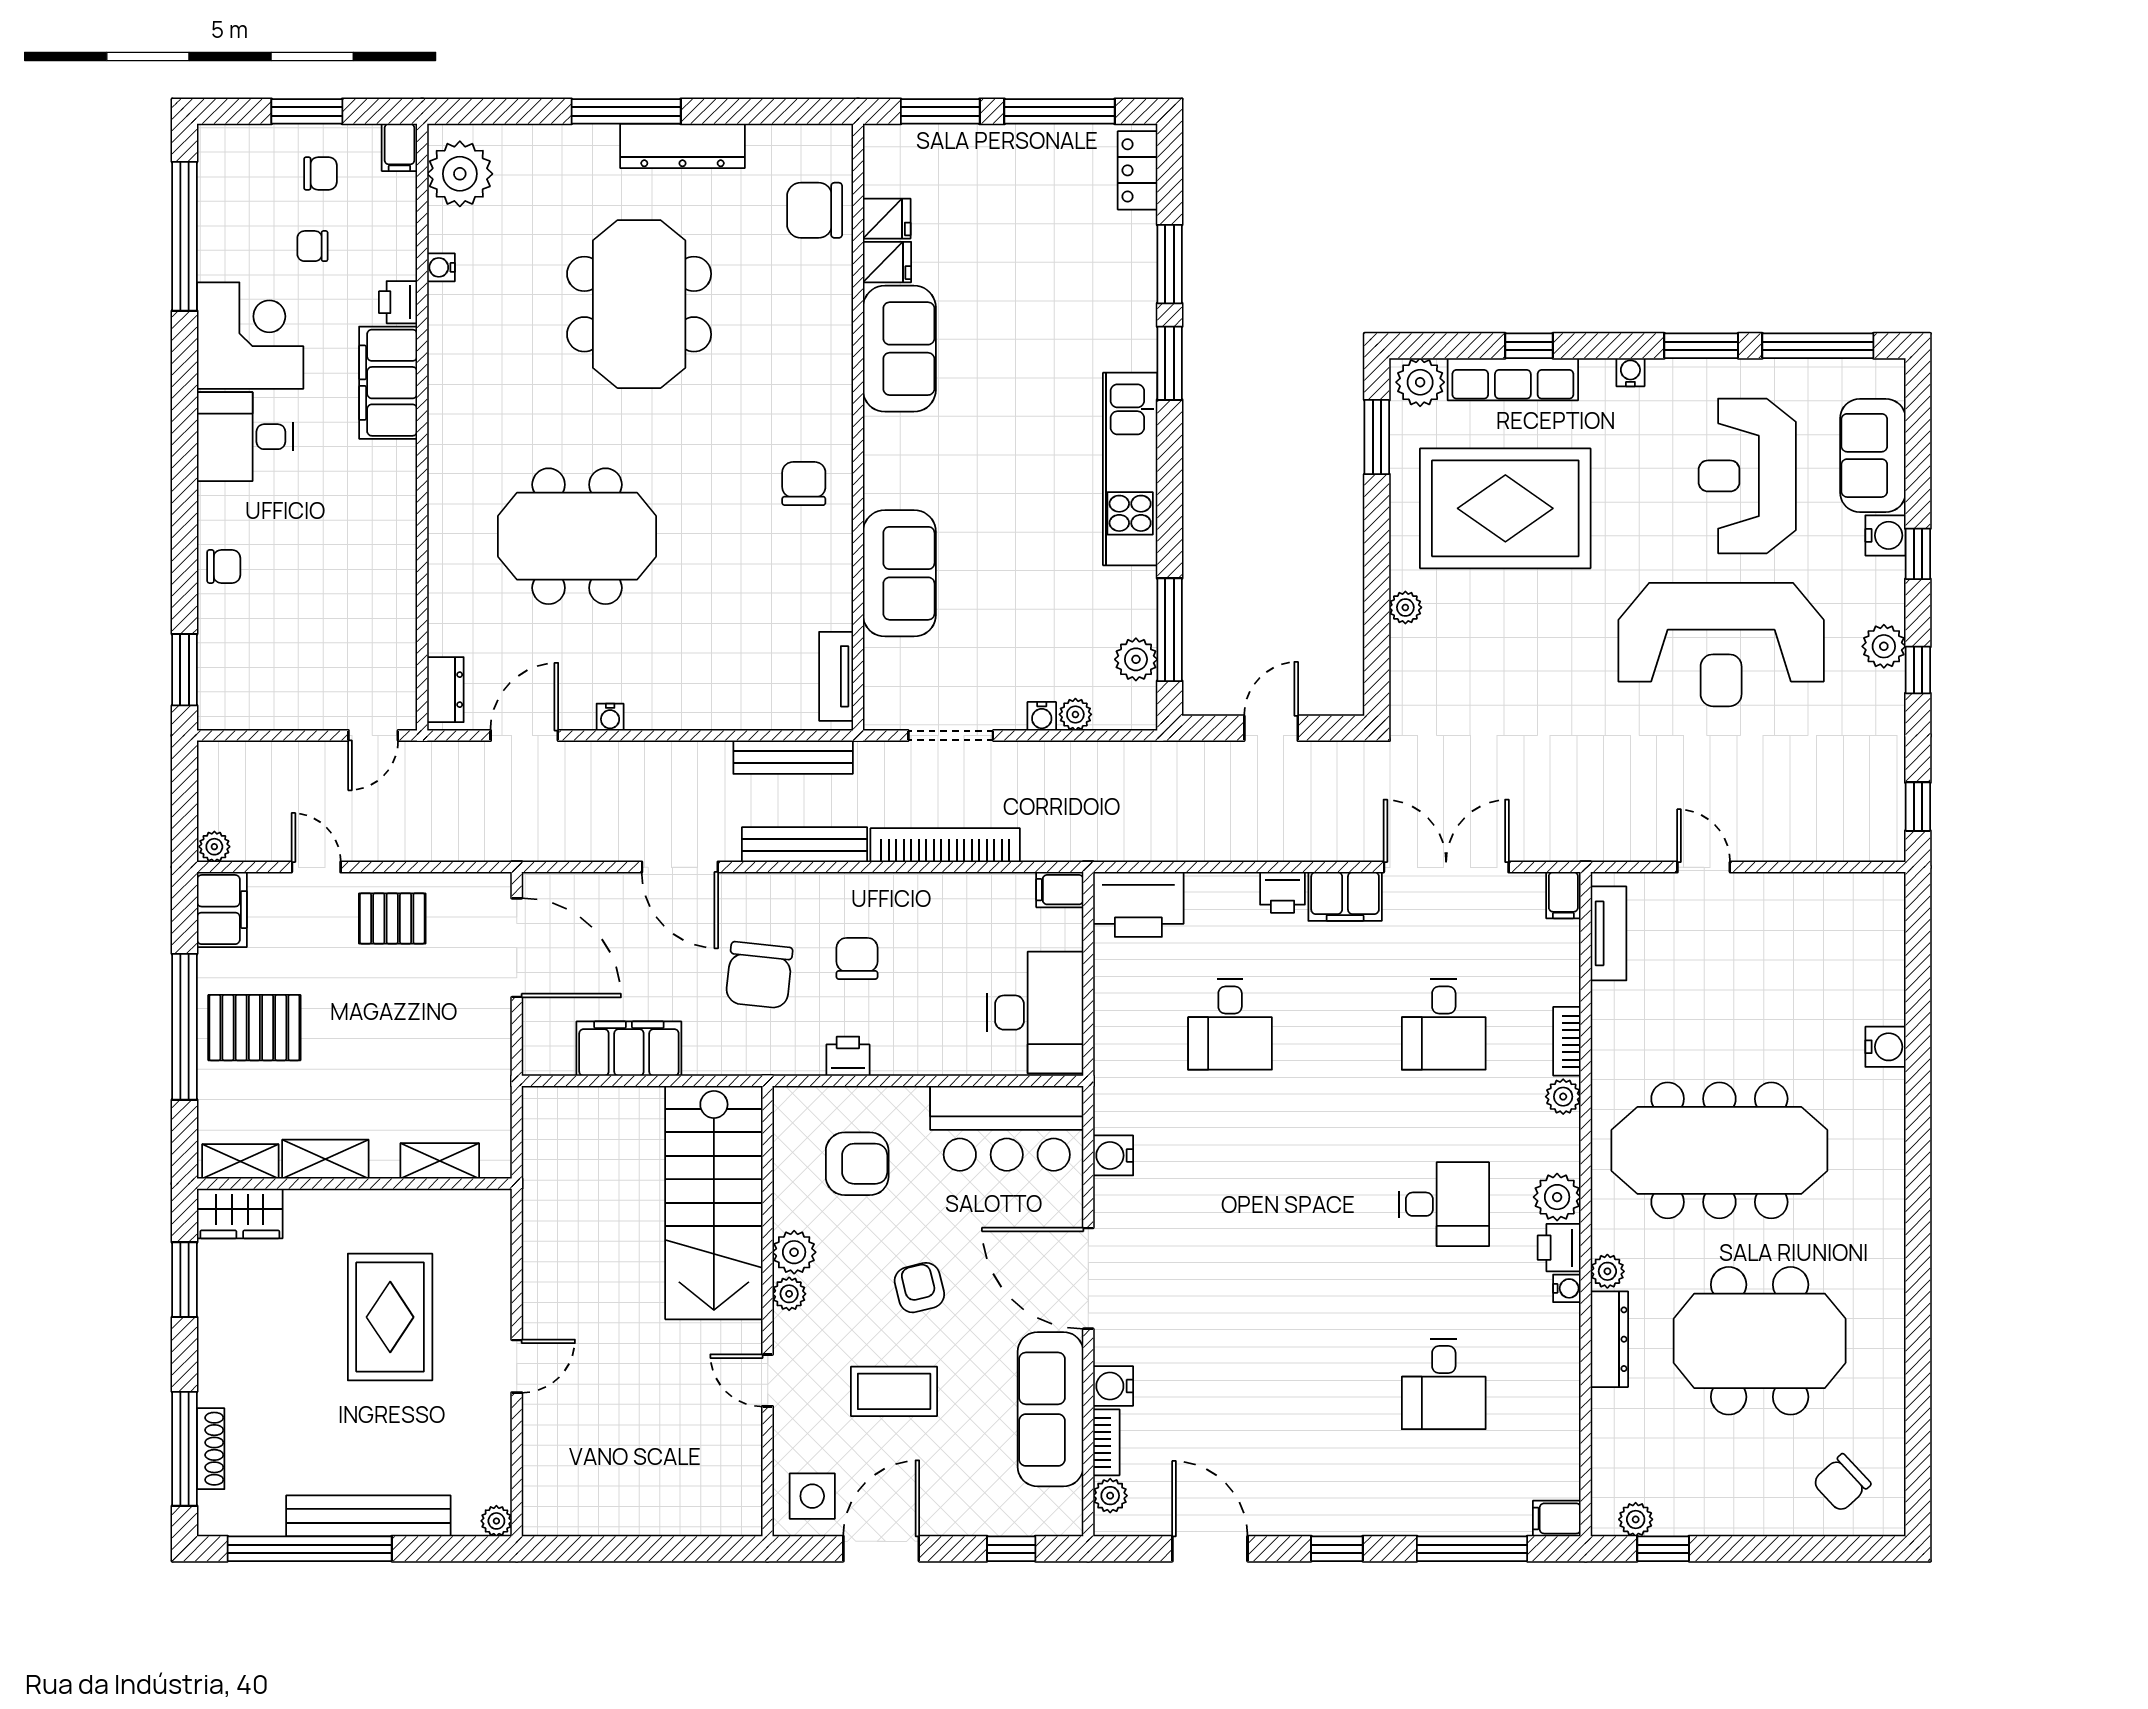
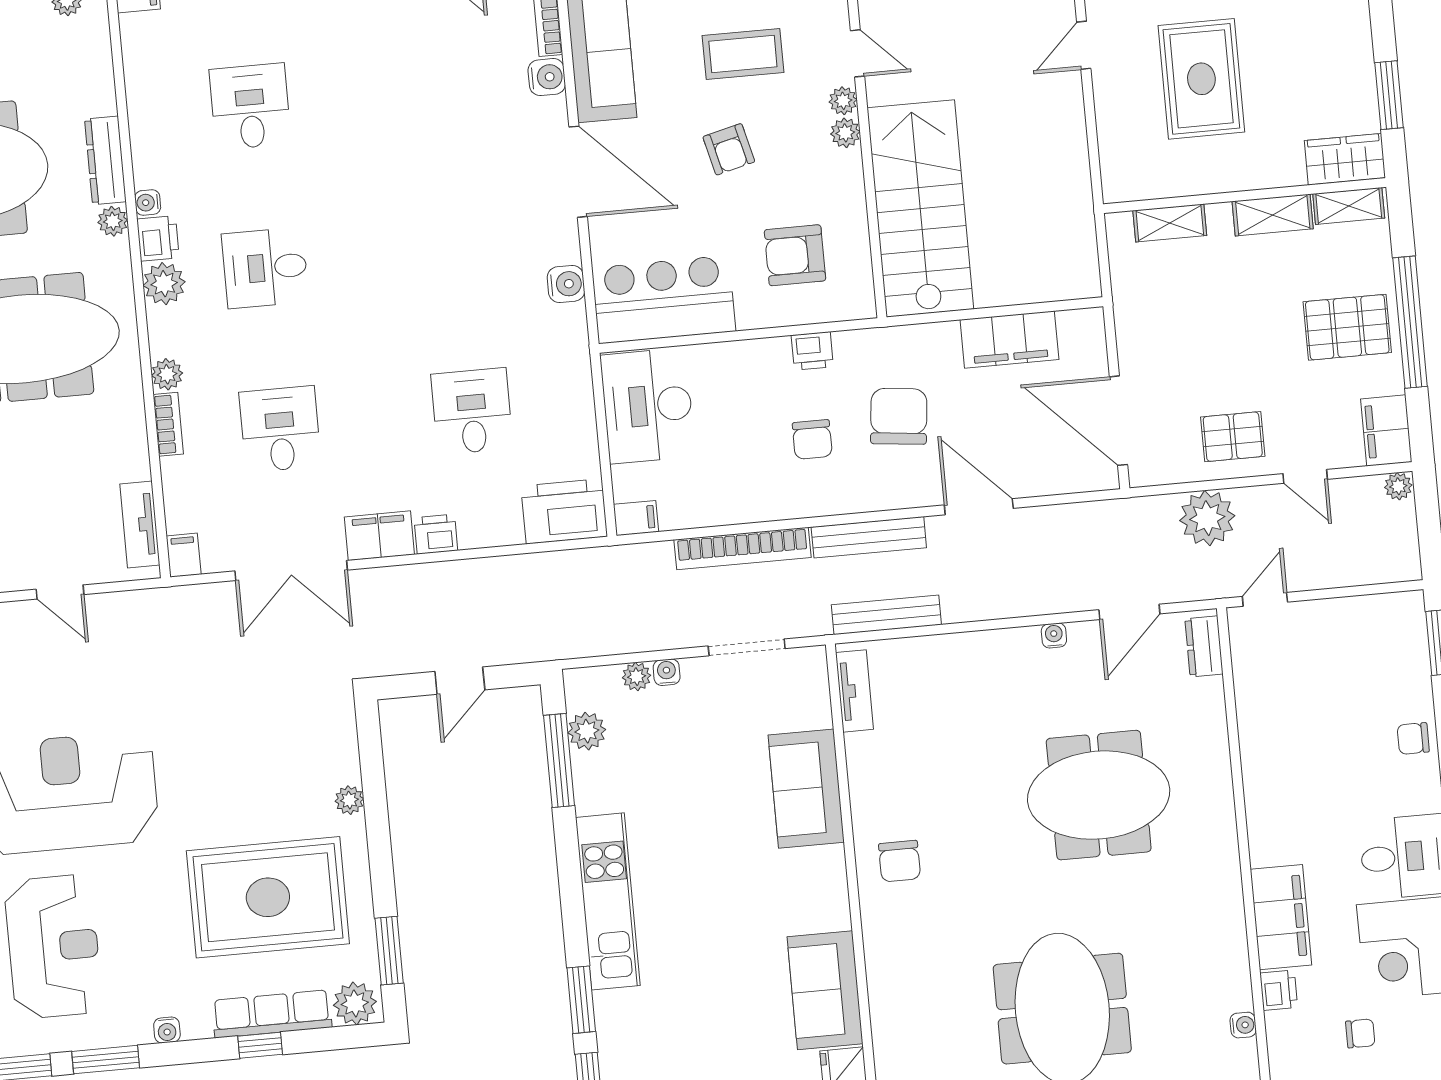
plant: (429, 831) -> (1207, 518), added
plant: (794, 1252) -> (843, 101), moved, width x0.73, depth x0.73

